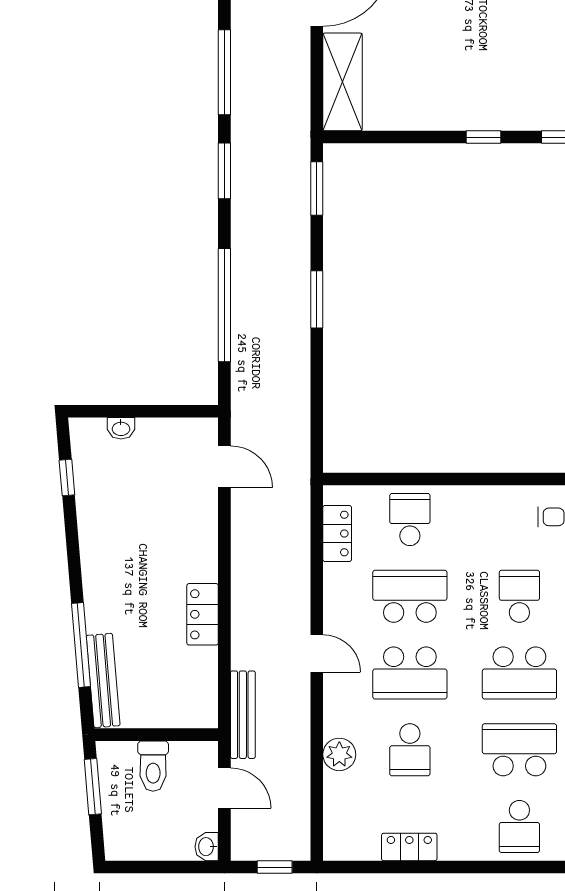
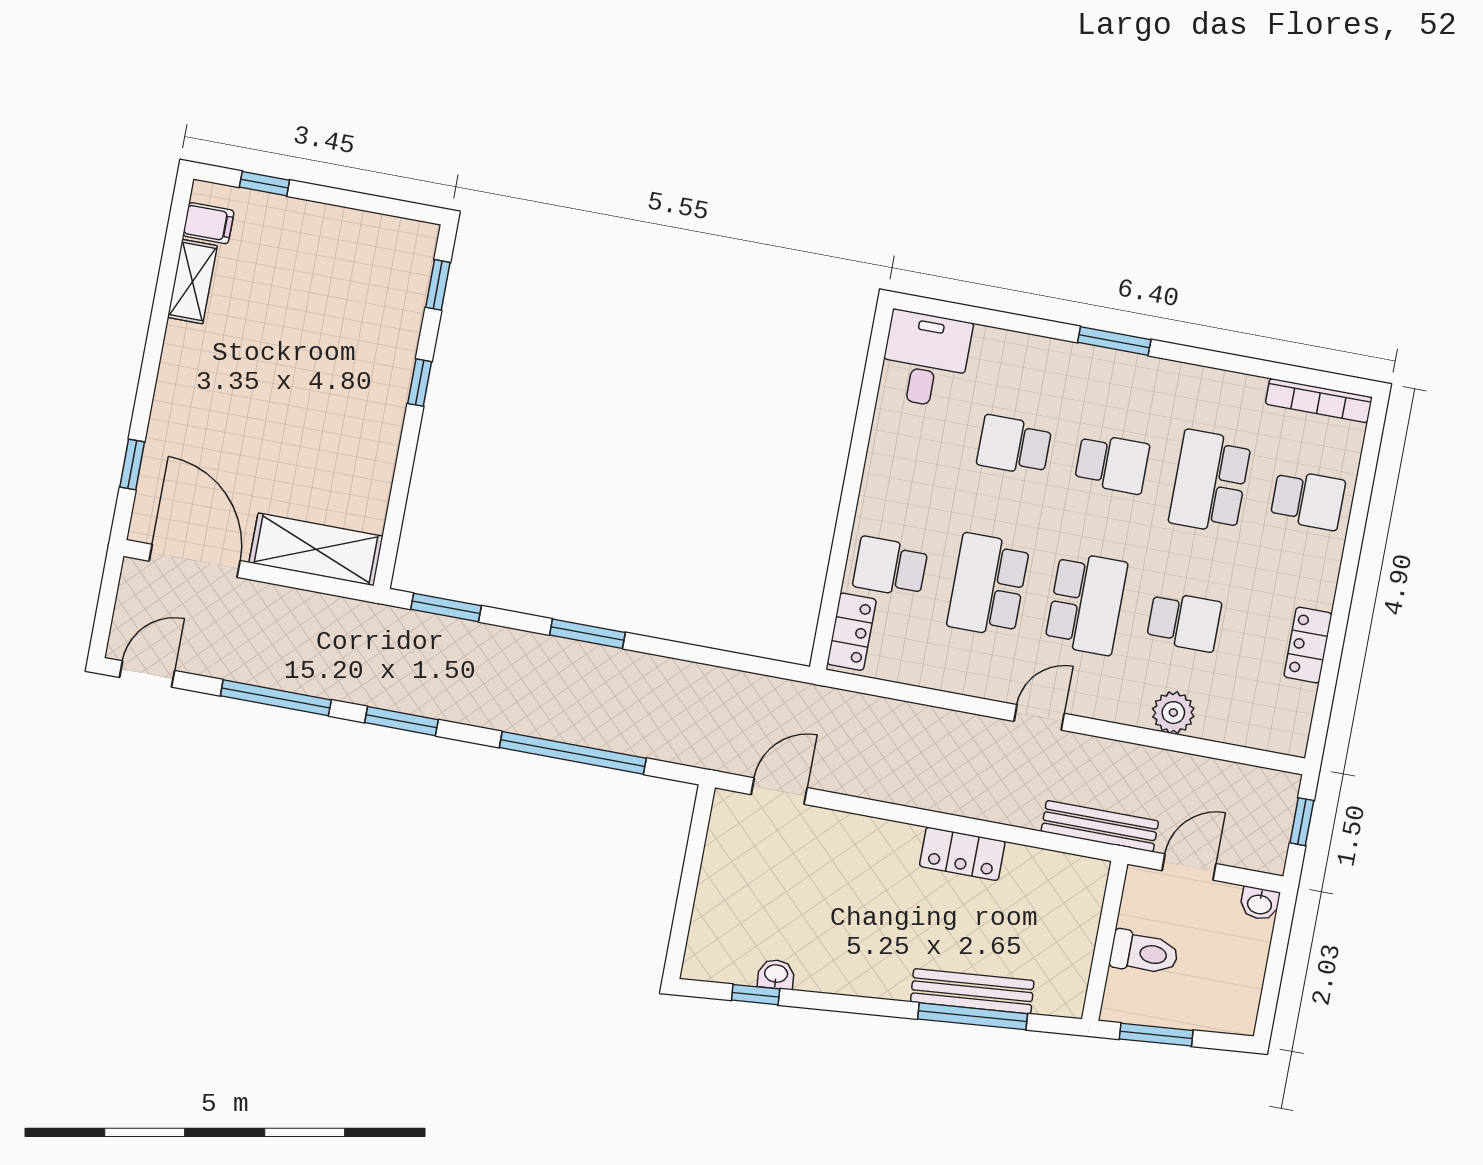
washbasin: (121, 428) -> (776, 974), moved, turned -95
locker: (337, 533) -> (852, 632), moved, turned 90
school desk: (519, 673) -> (1112, 463), width x0.54
bench: (103, 681) -> (972, 991), moved

